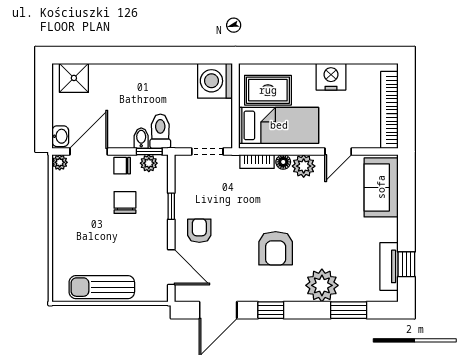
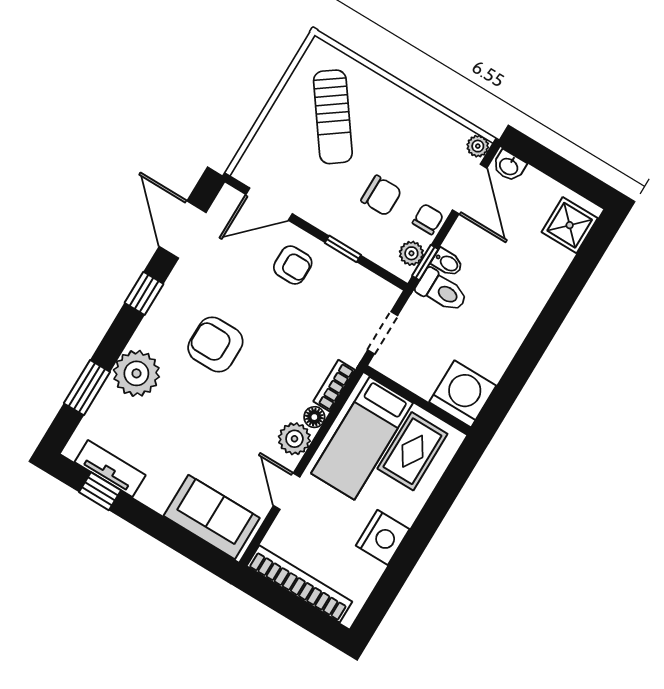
sun lounger: (102, 287) -> (333, 117), moved, turned 144

